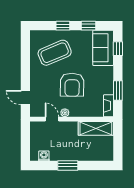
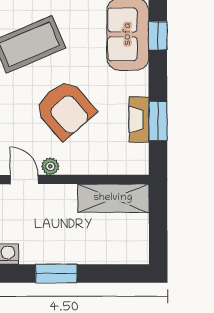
armchair: (72, 85) -> (65, 109), turned -42
fireplace: (109, 106) -> (139, 120), moved

